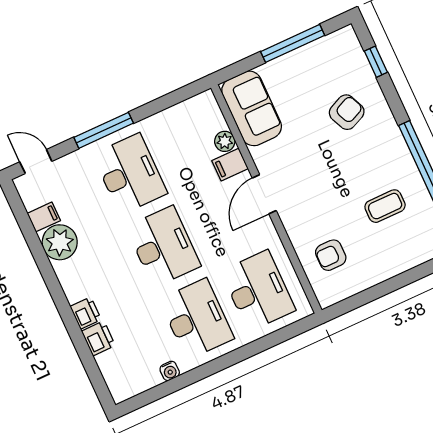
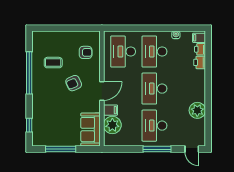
armchair: (347, 112) -> (74, 83), moved
plant: (225, 141) -> (112, 125), width x1.88, depth x1.88
filing cabinet: (44, 217) -> (199, 38), moved
printer: (86, 313) -> (200, 49), moved

